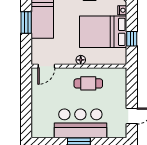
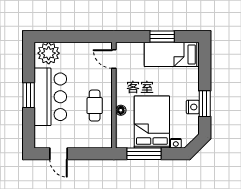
window: (132, 39) -> (144, 154), width x2.17
floor lamp: (81, 60) -> (121, 110), moved
plant: (41, 125) -> (49, 53), added

